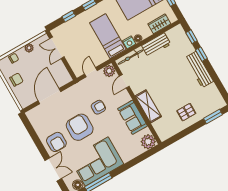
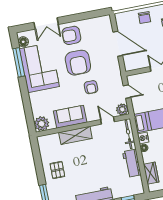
armchair: (80, 127) -> (78, 63), turned 90

